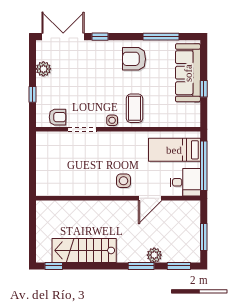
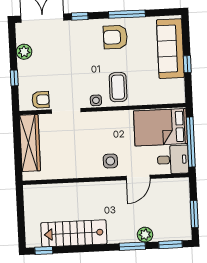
window: (161, 37) -> (127, 14), moved
bed: (174, 150) -> (160, 127), width x1.50
wardrobe: (45, 159) -> (30, 143), added

